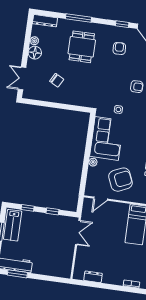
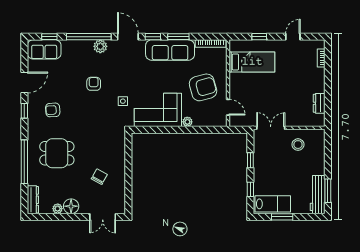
window: (78, 18) -> (24, 162), width x1.46
armchair: (121, 180) -> (203, 87), turned 99
stool: (60, 254) -> (298, 145), added

